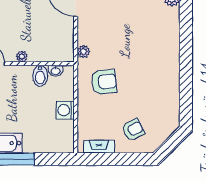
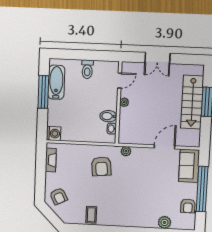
coffee table: (167, 92) -> (91, 215), added
washing machine: (65, 110) -> (54, 133), moved, turned 90
armchair: (133, 130) -> (59, 196), moved

